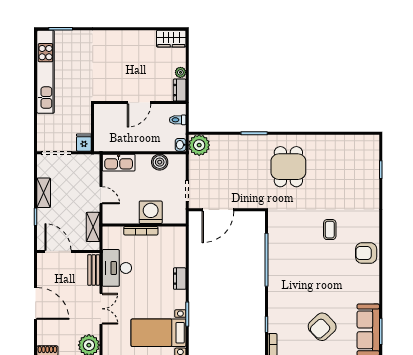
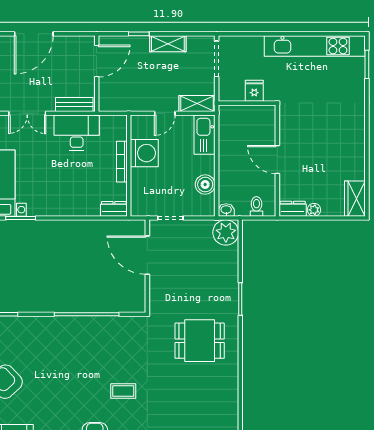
fridge: (84, 143) -> (254, 91), moved, turned -90
washing machine: (151, 212) -> (144, 153), moved
shelving: (93, 227) -> (197, 104), moved
dresser: (180, 279) -> (114, 209), moved

